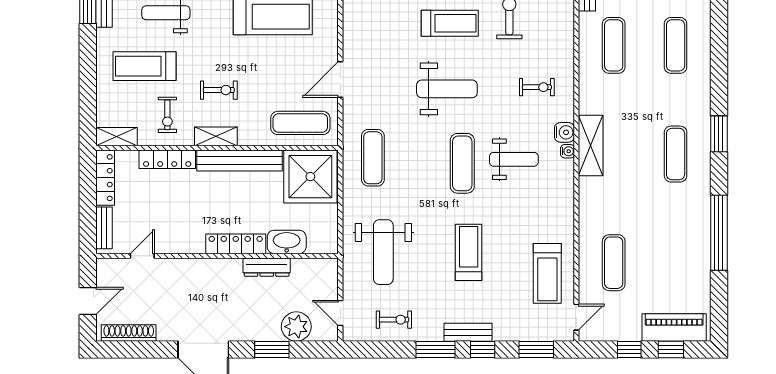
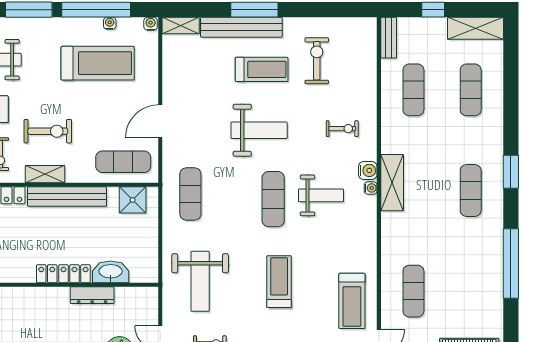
exercise bike: (219, 90) -> (48, 131), width x1.38, depth x1.39
shower: (310, 177) -> (133, 200), width x0.54, depth x0.54

